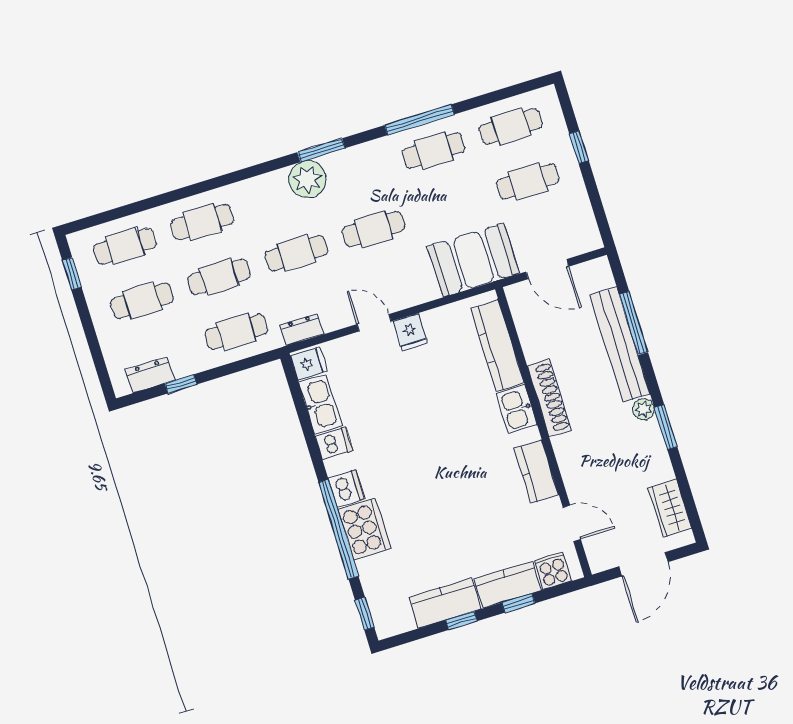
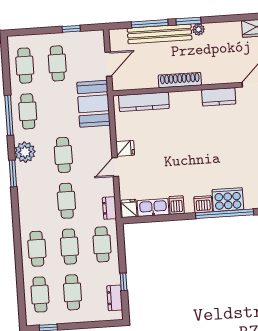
window: (579, 147) -> (71, 29), moved
plant: (308, 179) -> (25, 152), moved
kitchen sink: (517, 409) -> (182, 100), removed
window: (666, 427) -> (188, 21), moved

